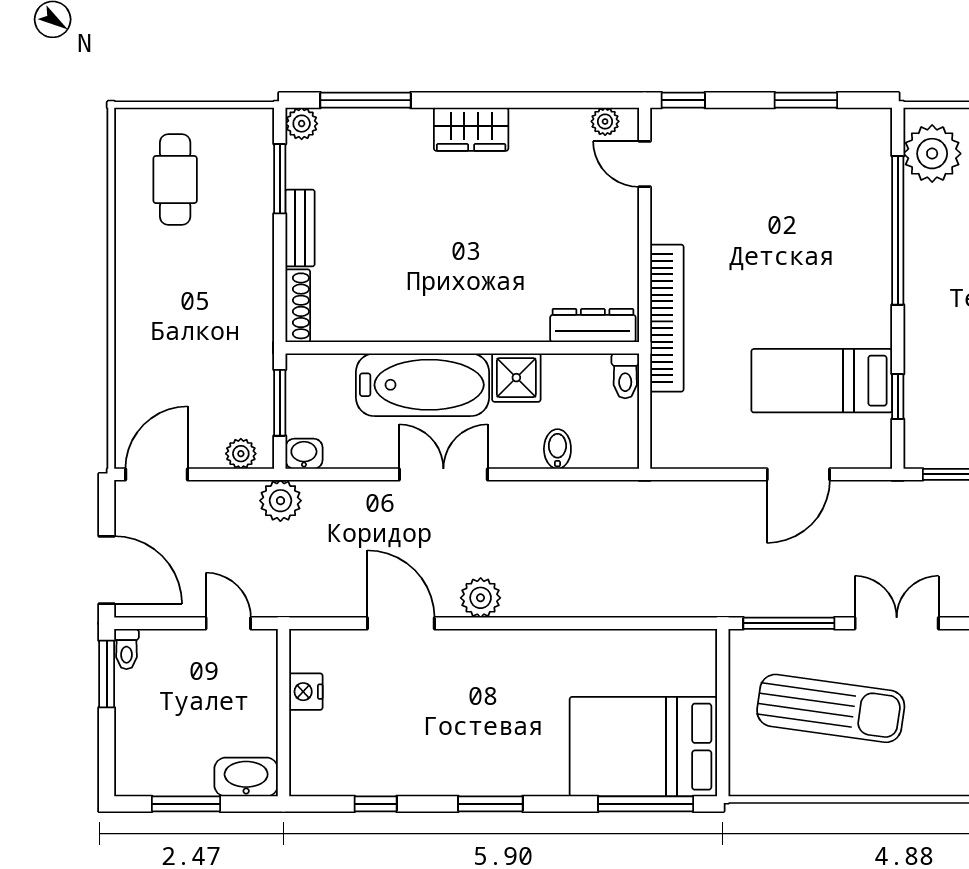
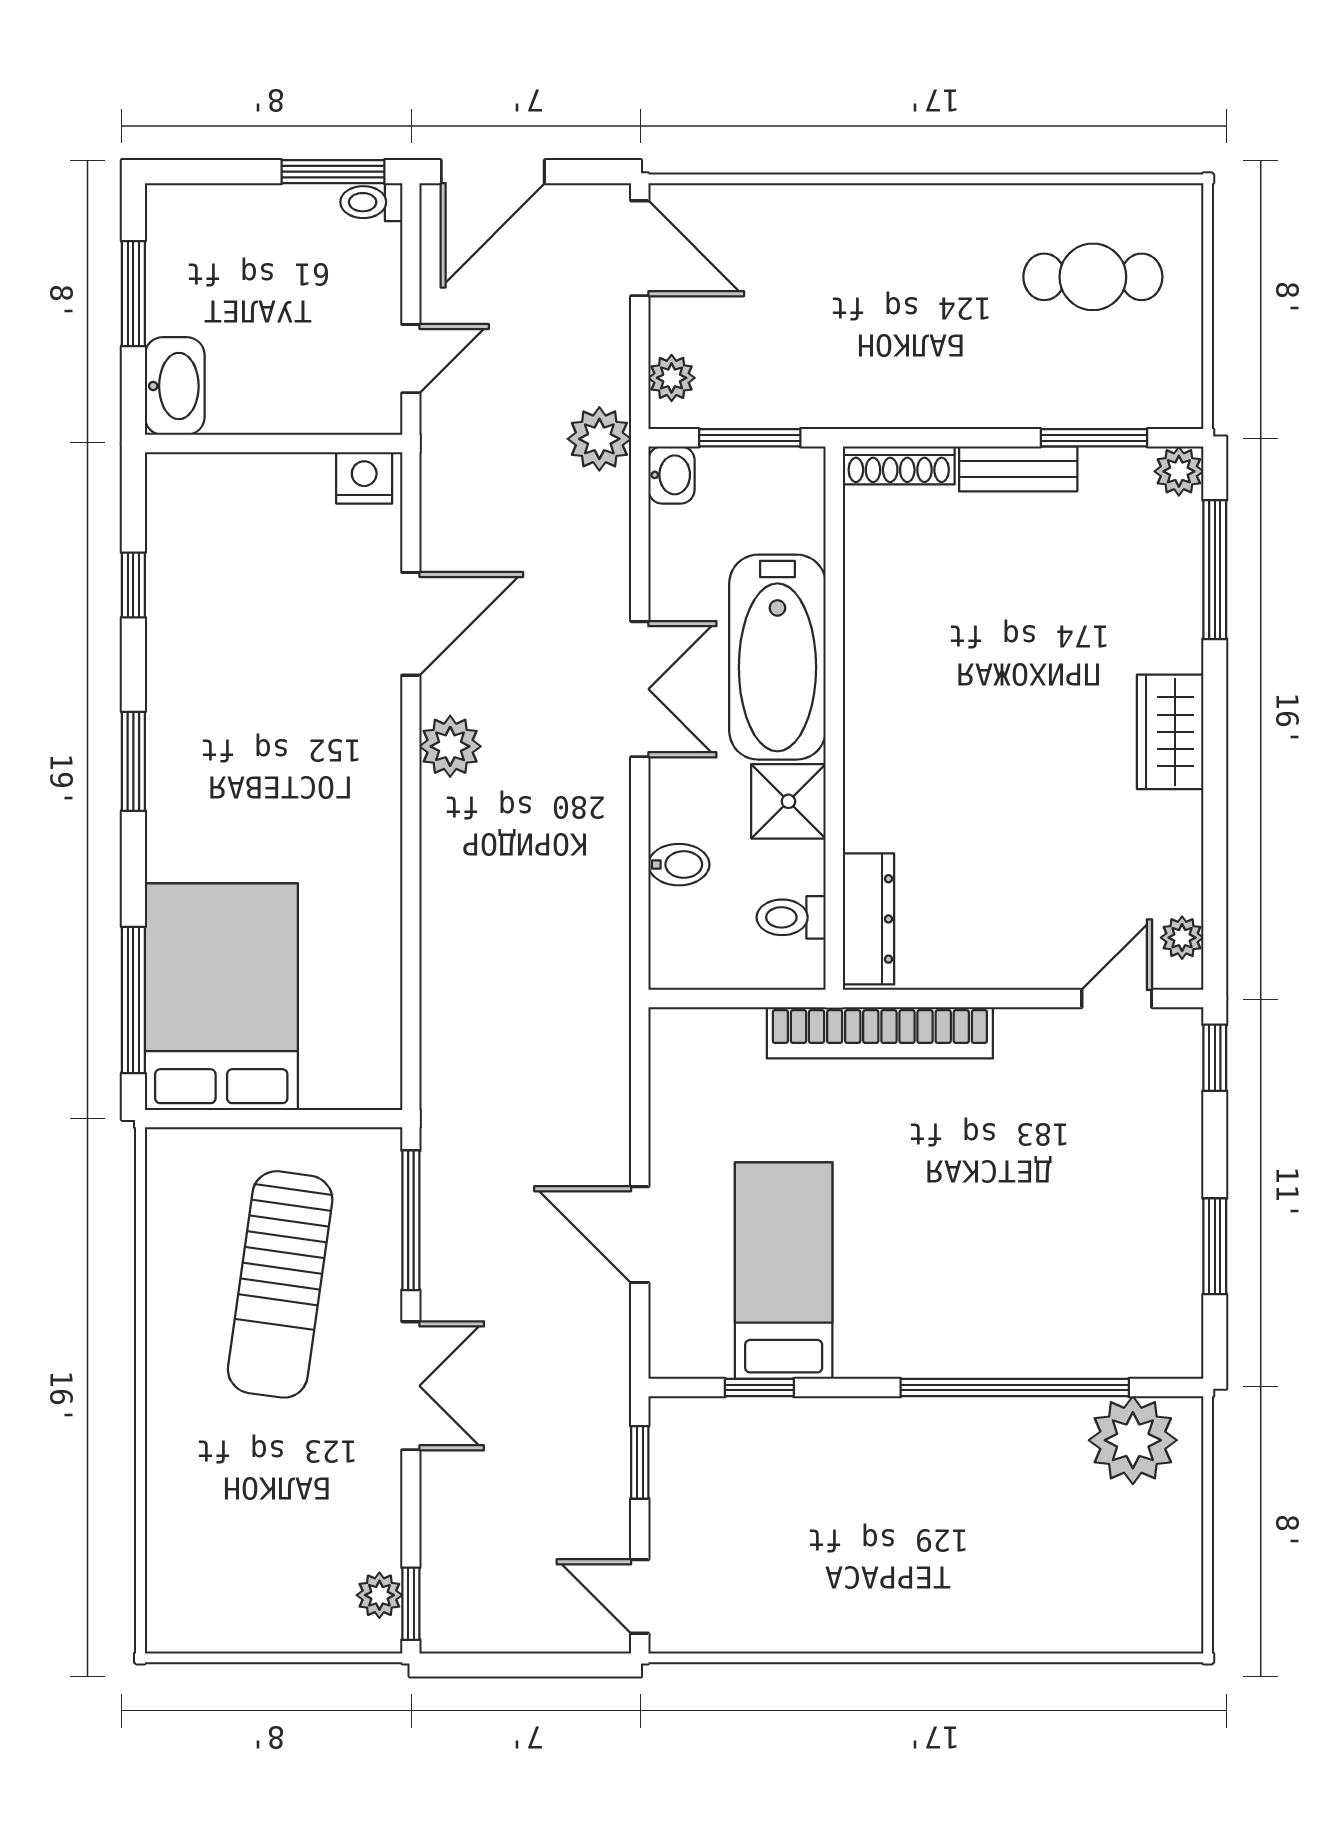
toilet: (625, 376) -> (791, 917), moved
nightstand: (306, 692) -> (364, 478), moved

